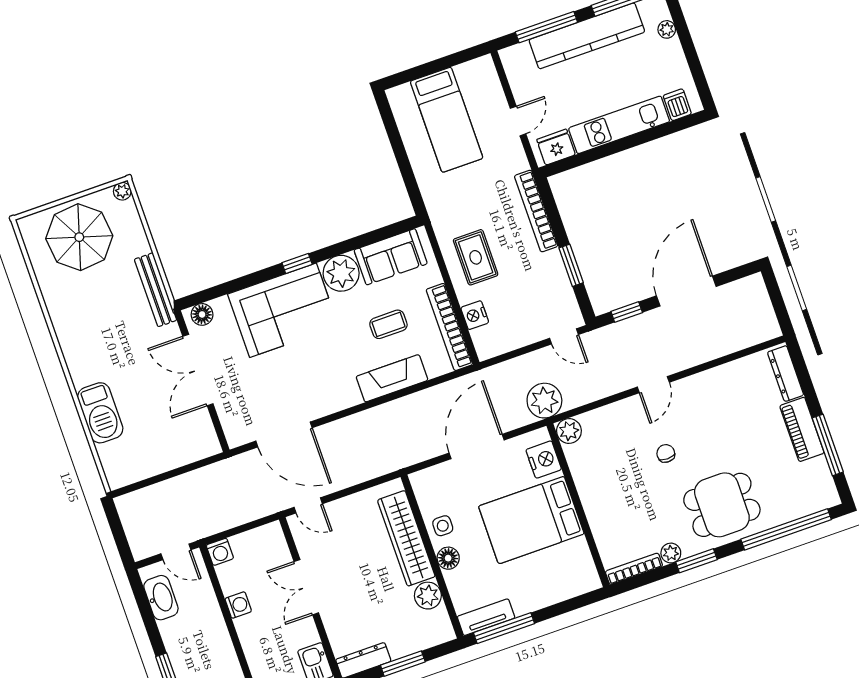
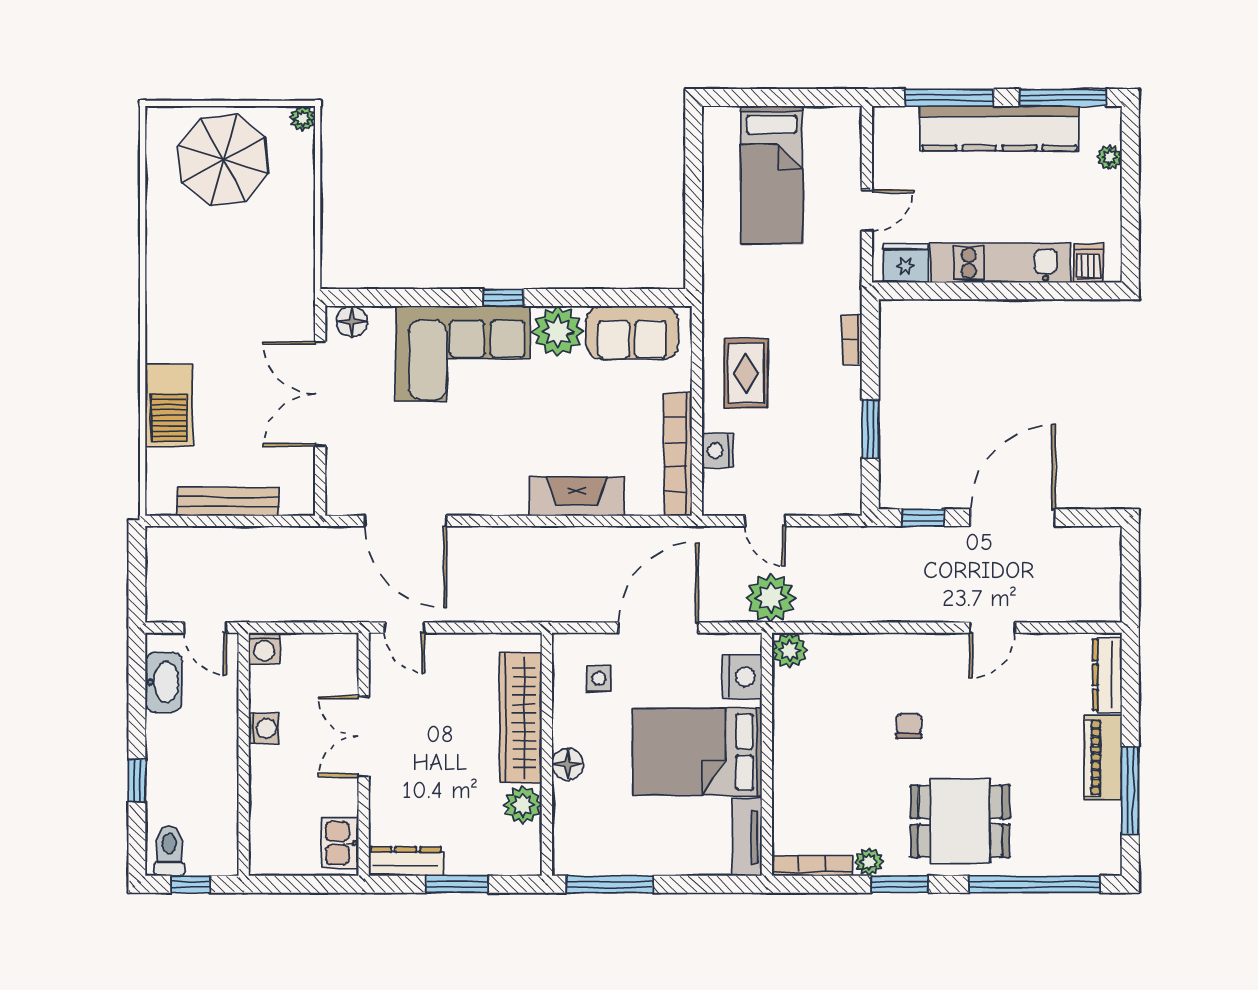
bookcase: (536, 211) -> (852, 339), width x0.43, depth x0.76
bench: (155, 290) -> (228, 502), moved, turned 90
coffee table: (388, 324) -> (597, 422), removed
door: (564, 336) -> (765, 521), moved
door: (653, 385) -> (992, 628), moved
side table: (443, 526) -> (599, 678), moved
tv unit: (486, 617) -> (747, 837), moved, turned -90

